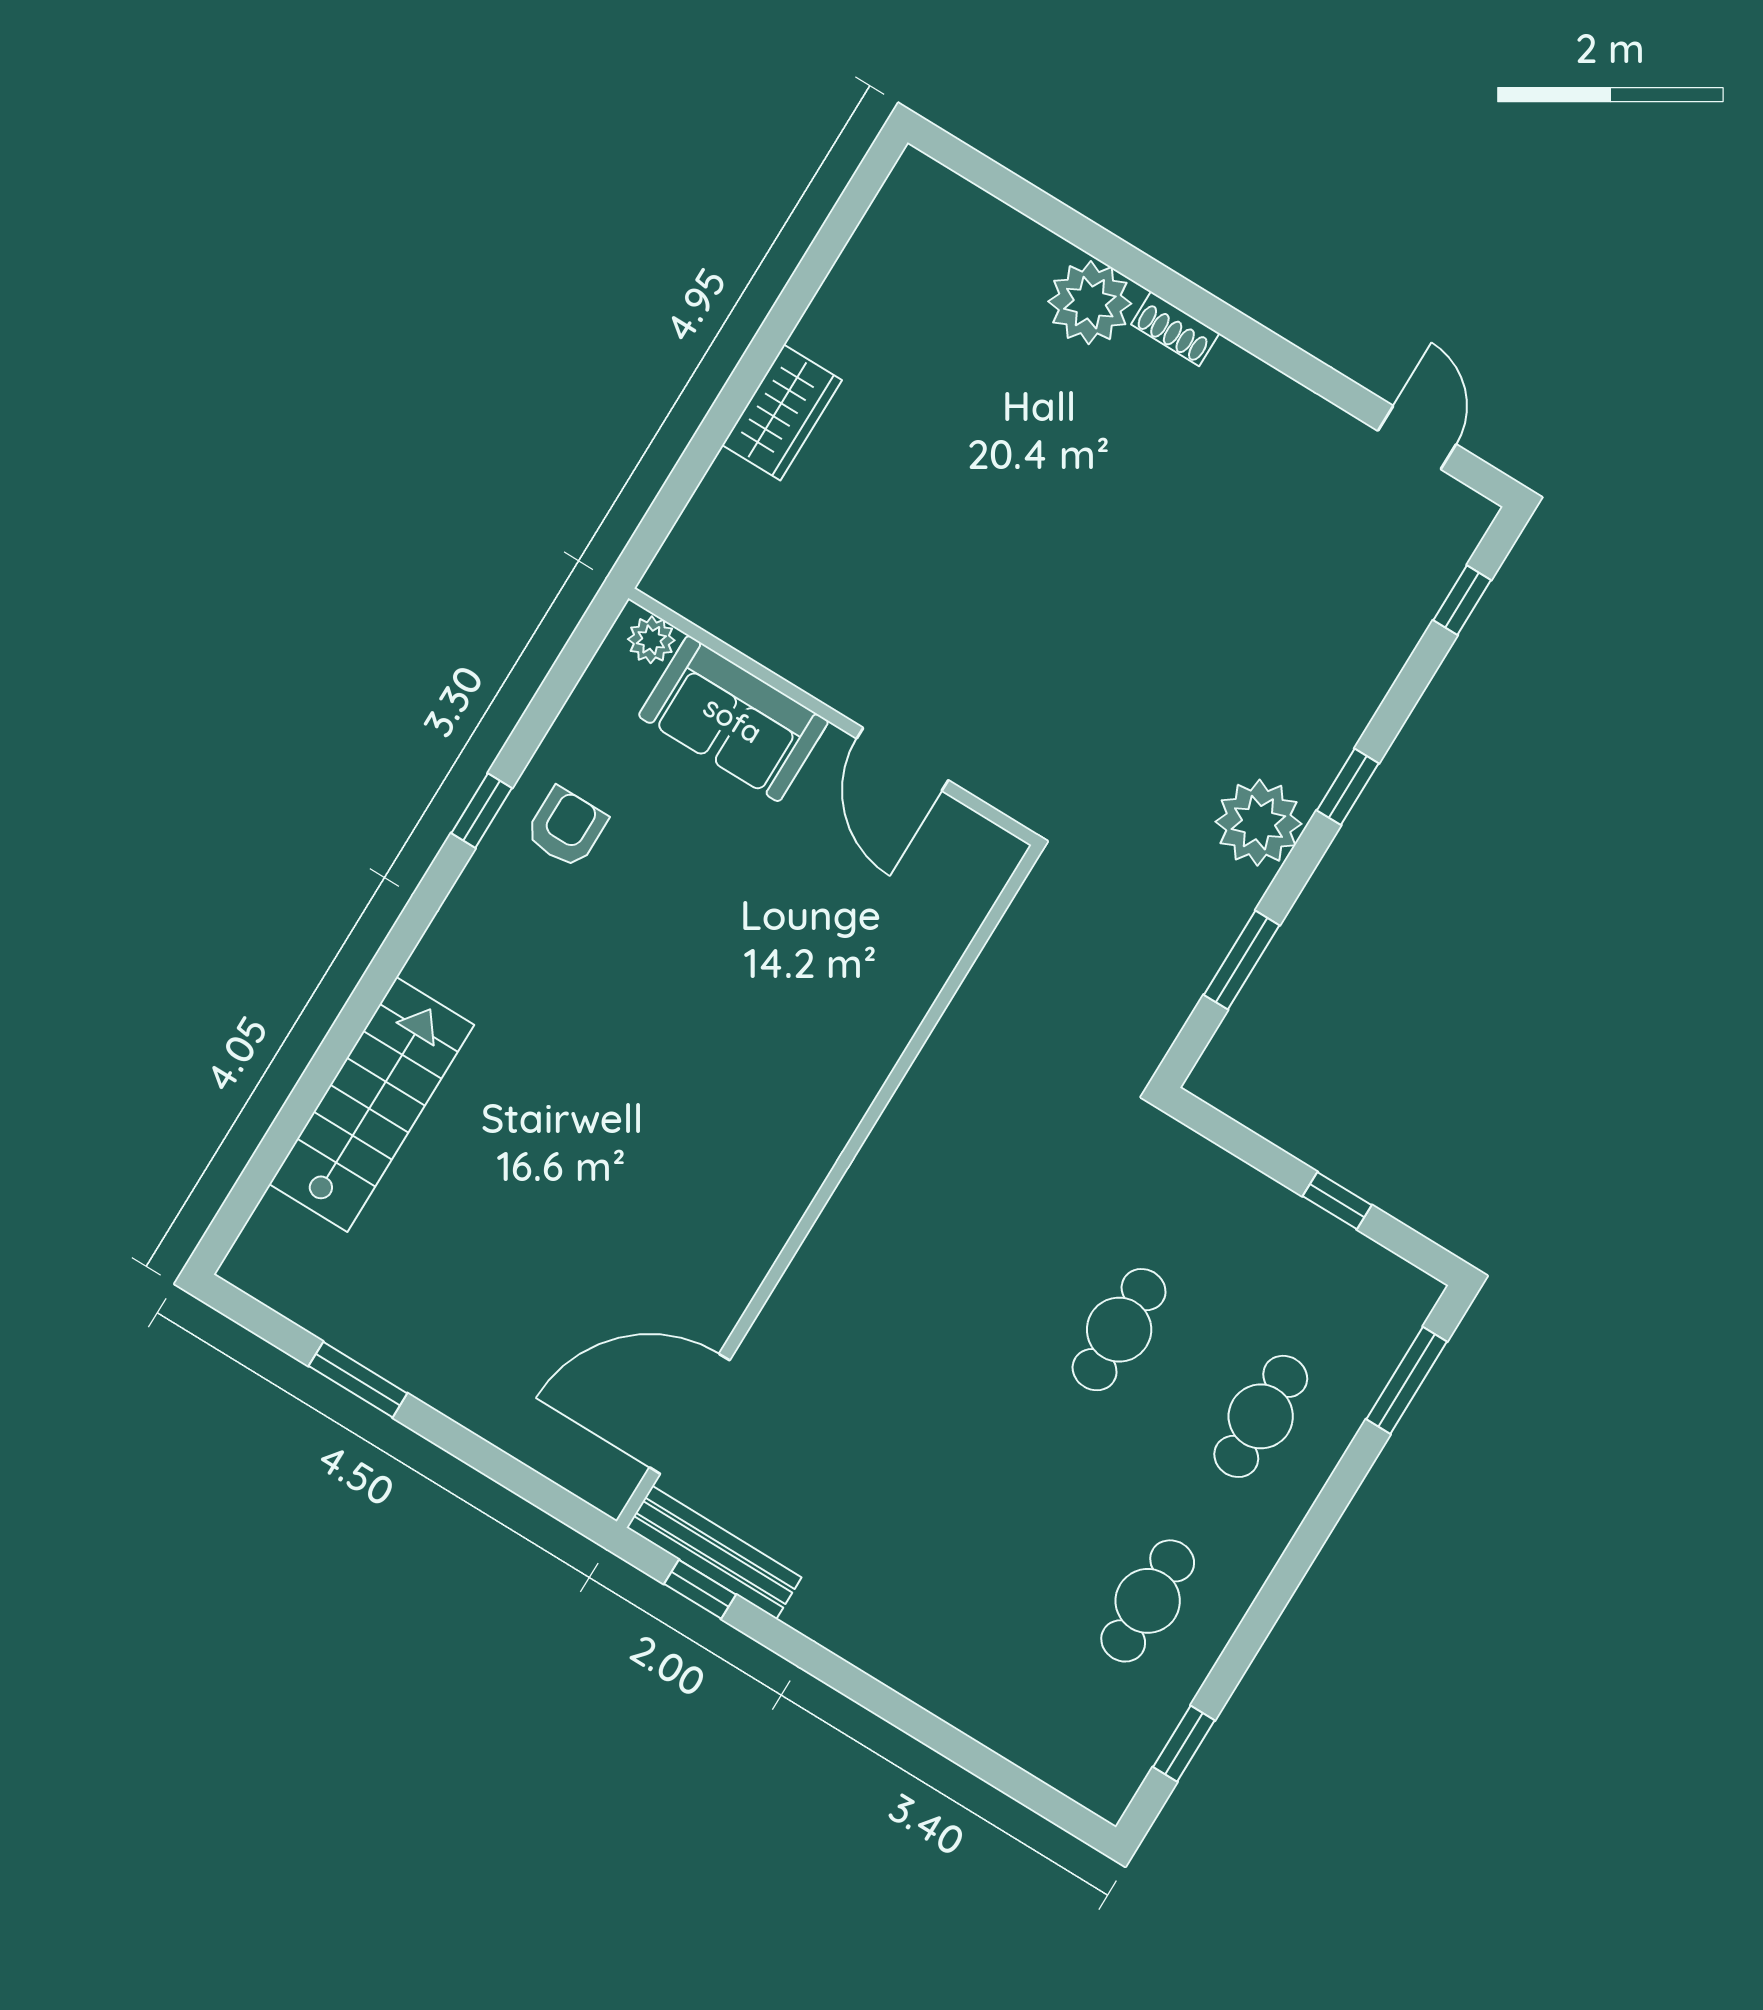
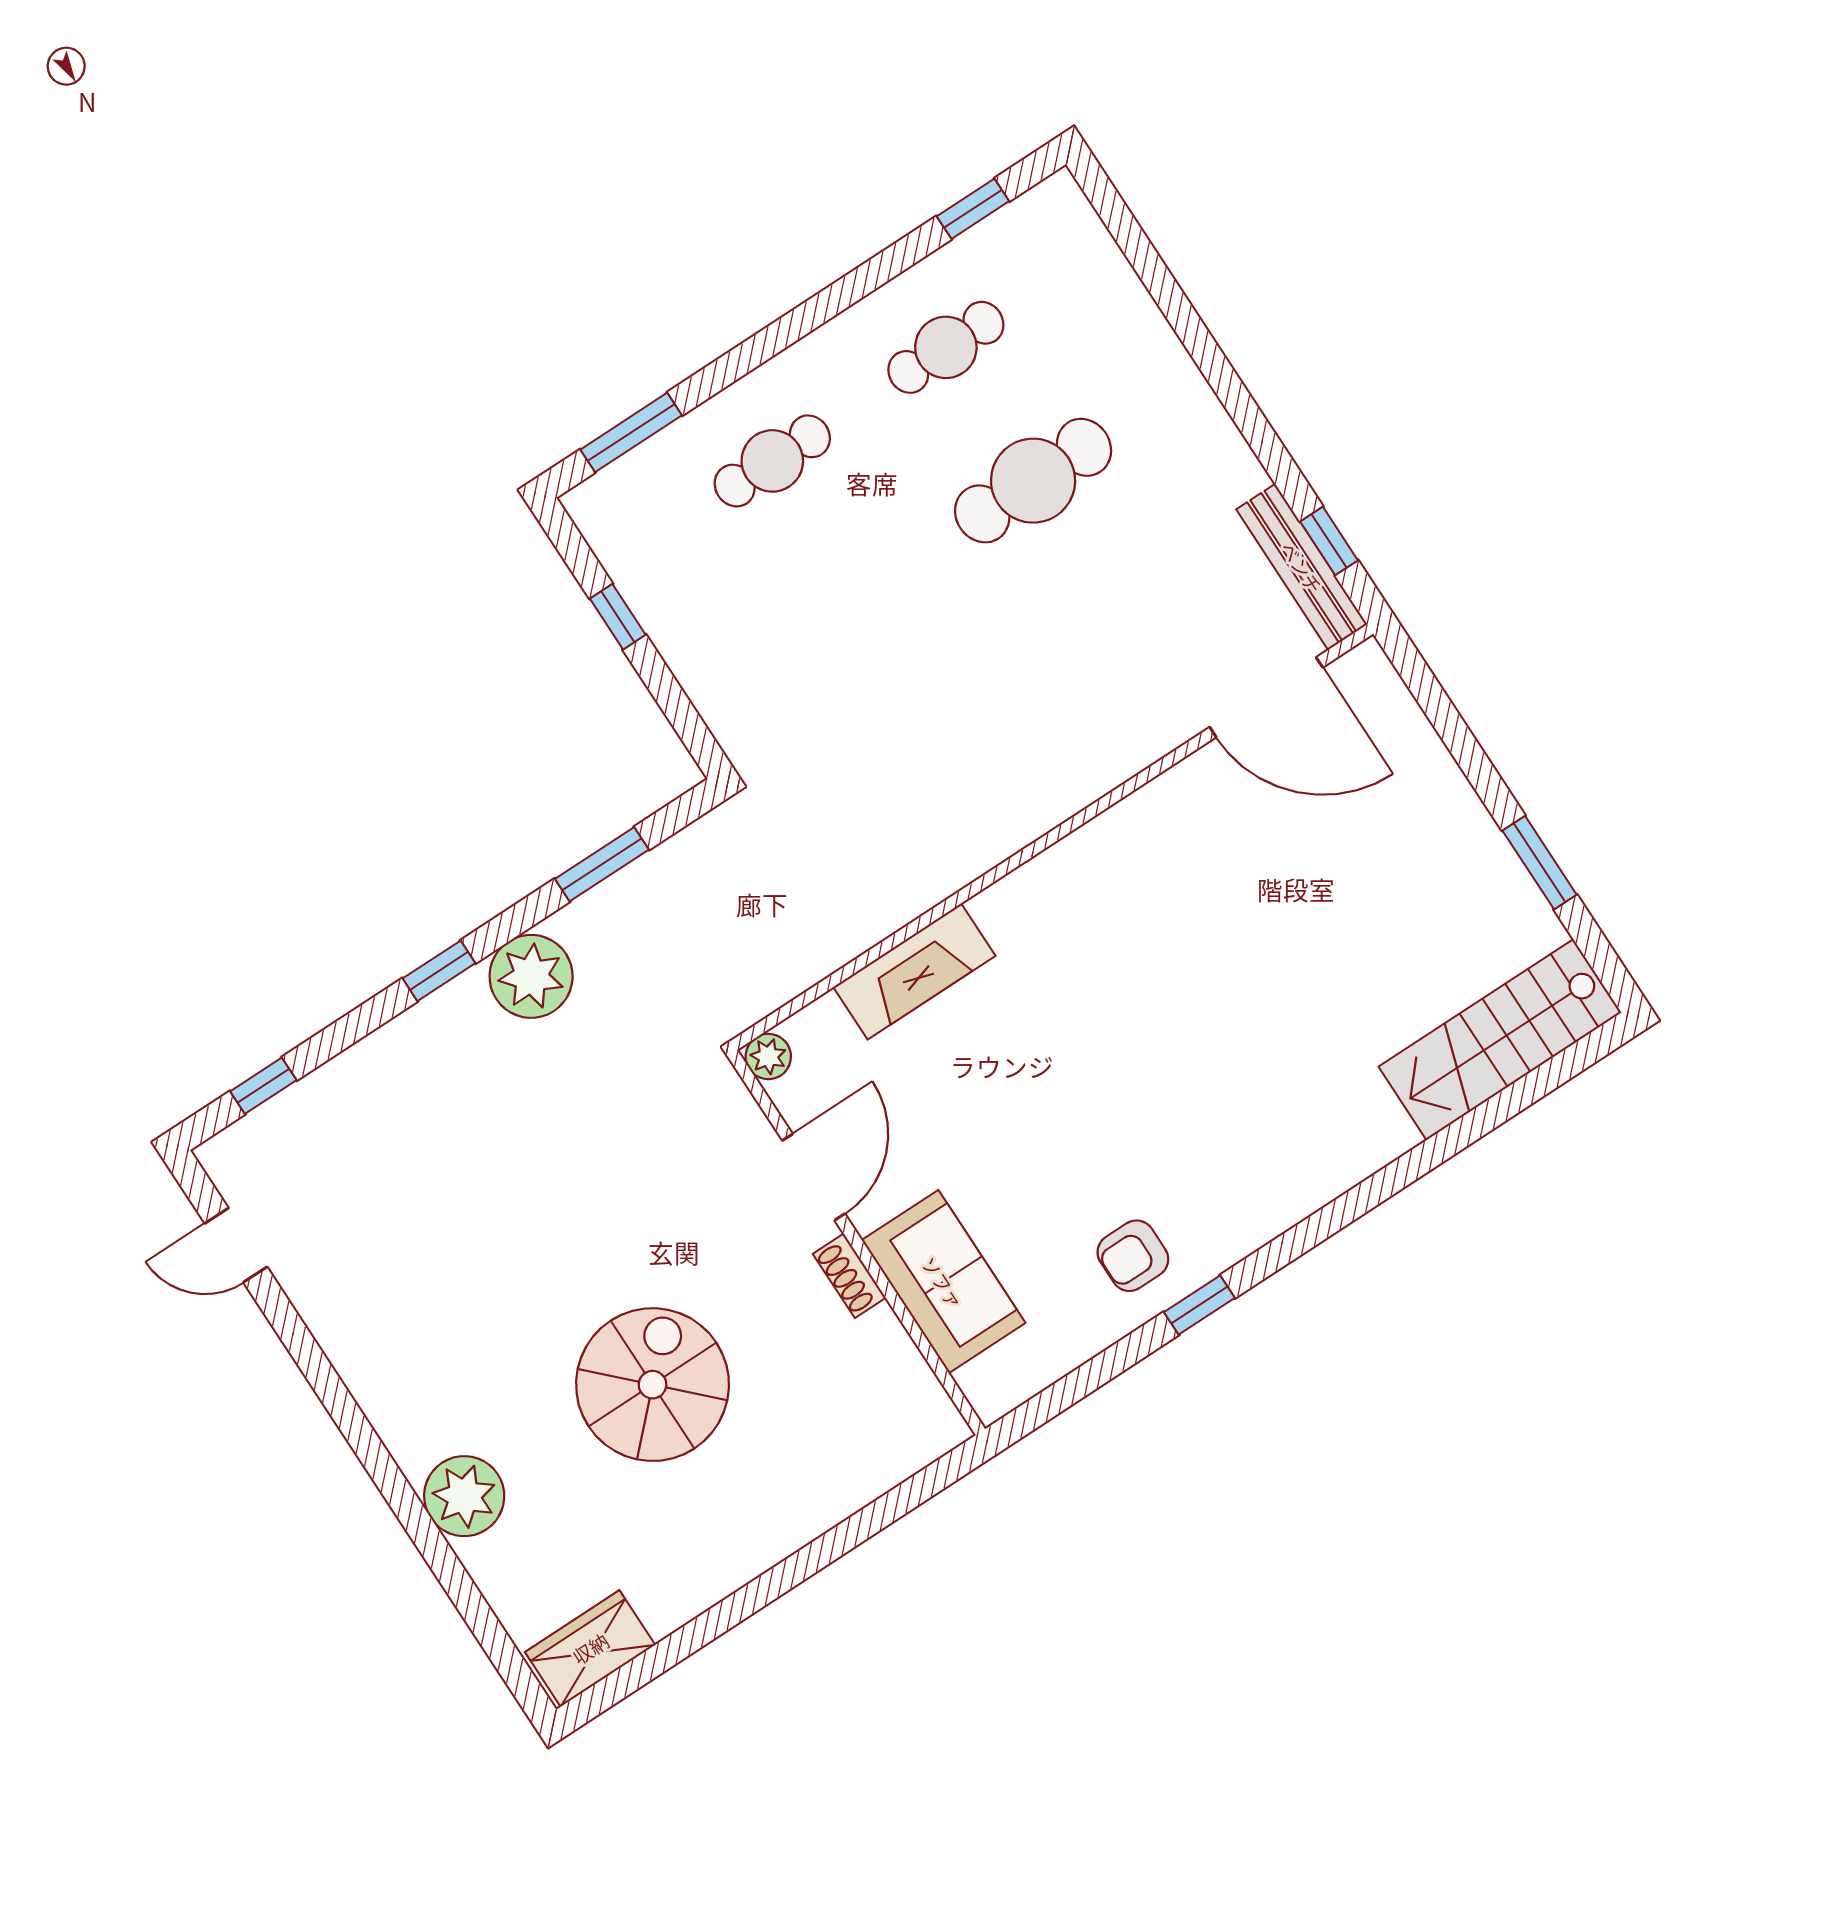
shoe rack: (1175, 329) -> (849, 1276), moved, turned 180
wardrobe: (782, 413) -> (590, 1648), moved
door: (1417, 438) -> (236, 1245), hinge flipped
spiral stairs: (962, 492) -> (653, 1385), added
plant: (651, 640) -> (768, 1057), moved
fireplace: (899, 998) -> (914, 971), added
stairs: (372, 1105) -> (1500, 1040), moved
cafe table: (1119, 1330) -> (1033, 481), moved, width x1.37, depth x1.35

